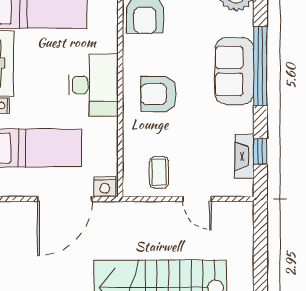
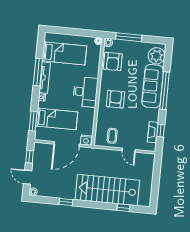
sofa: (234, 71) -> (153, 86), width x1.36
armchair: (159, 94) -> (116, 99), turned 90

